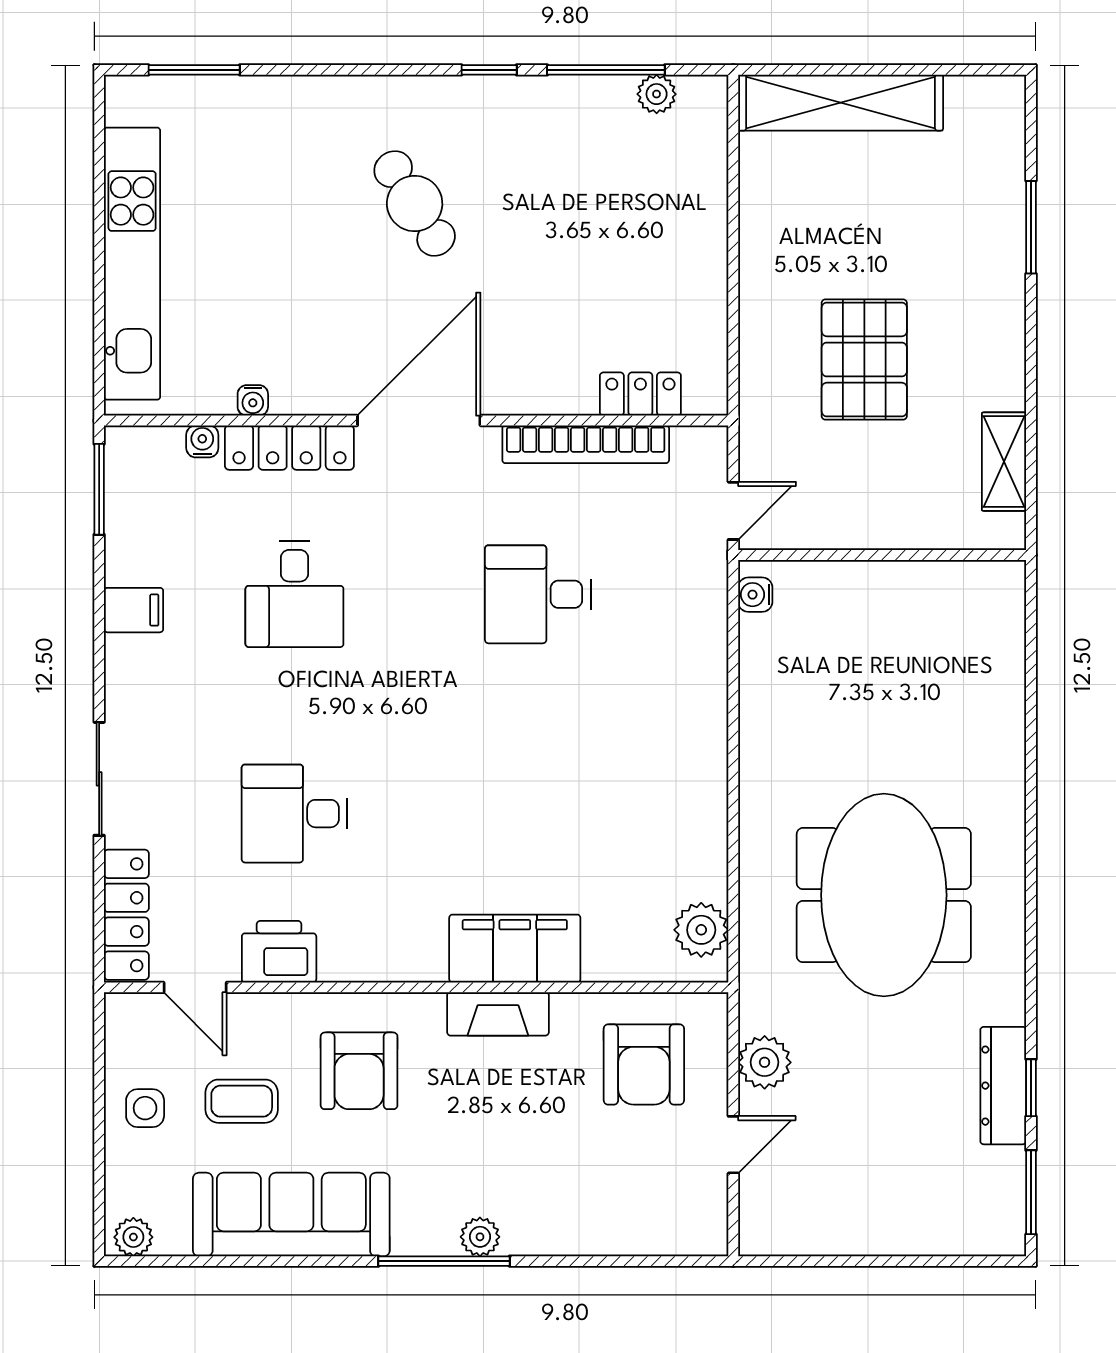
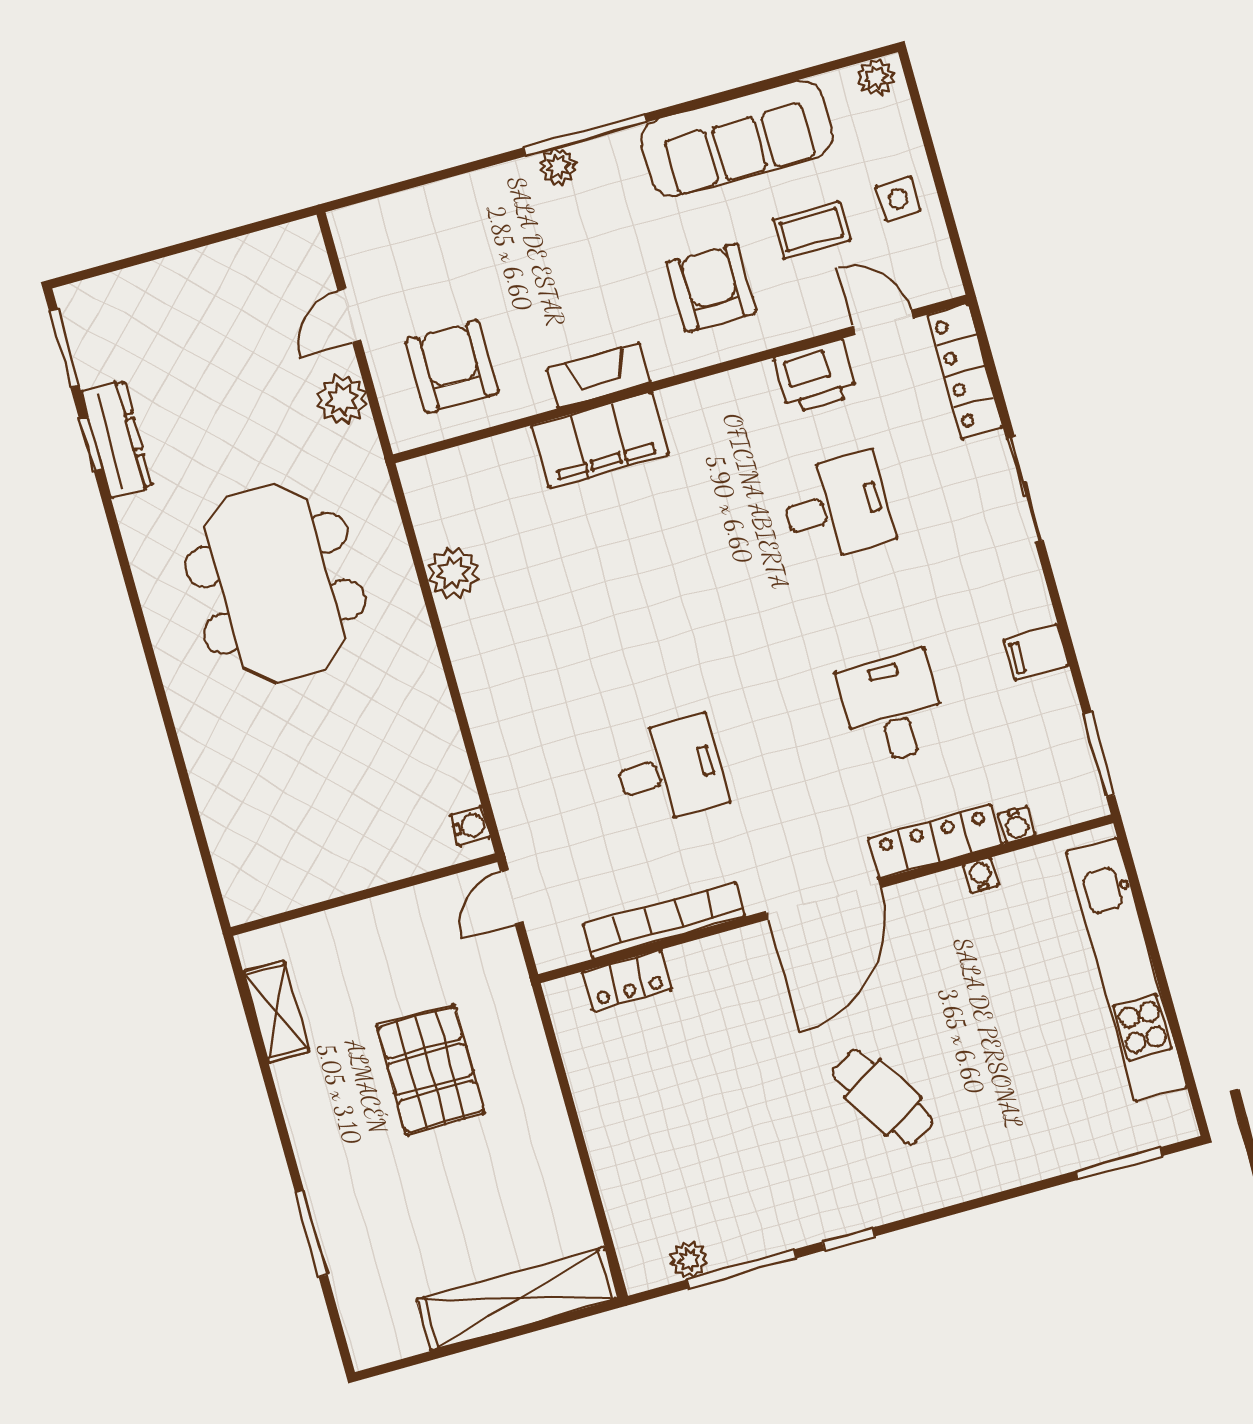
plant: (701, 930) -> (453, 573), moved

